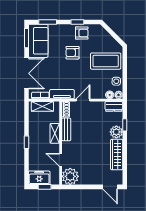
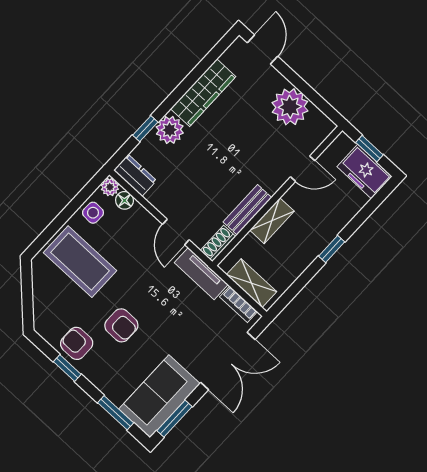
double door: (26, 73) -> (228, 361), swing flipped
door: (83, 100) -> (176, 232), hinge flipped
door: (61, 160) -> (303, 169), hinge flipped
plant: (70, 176) -> (290, 107), moved

